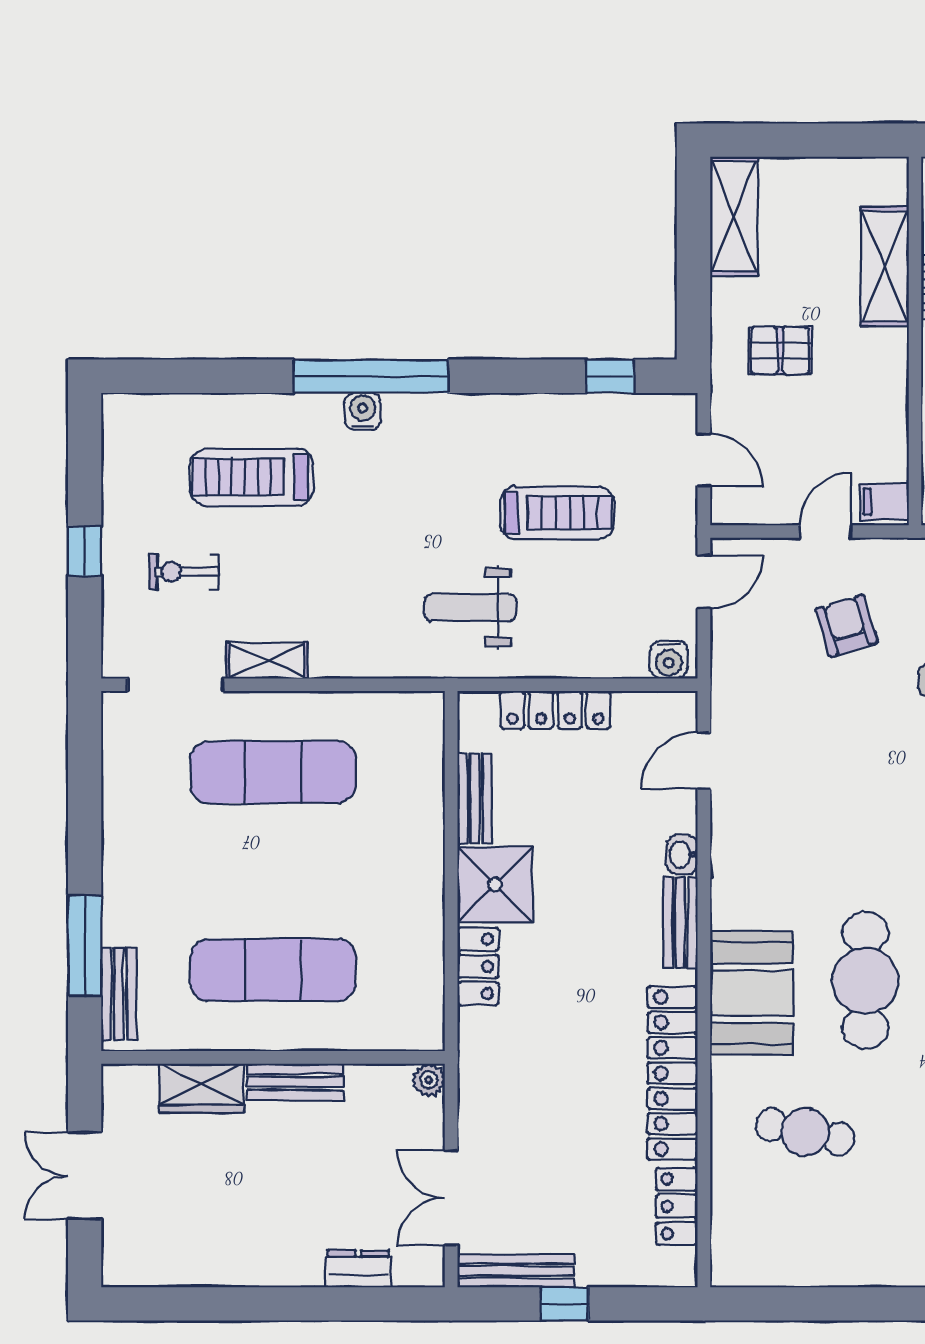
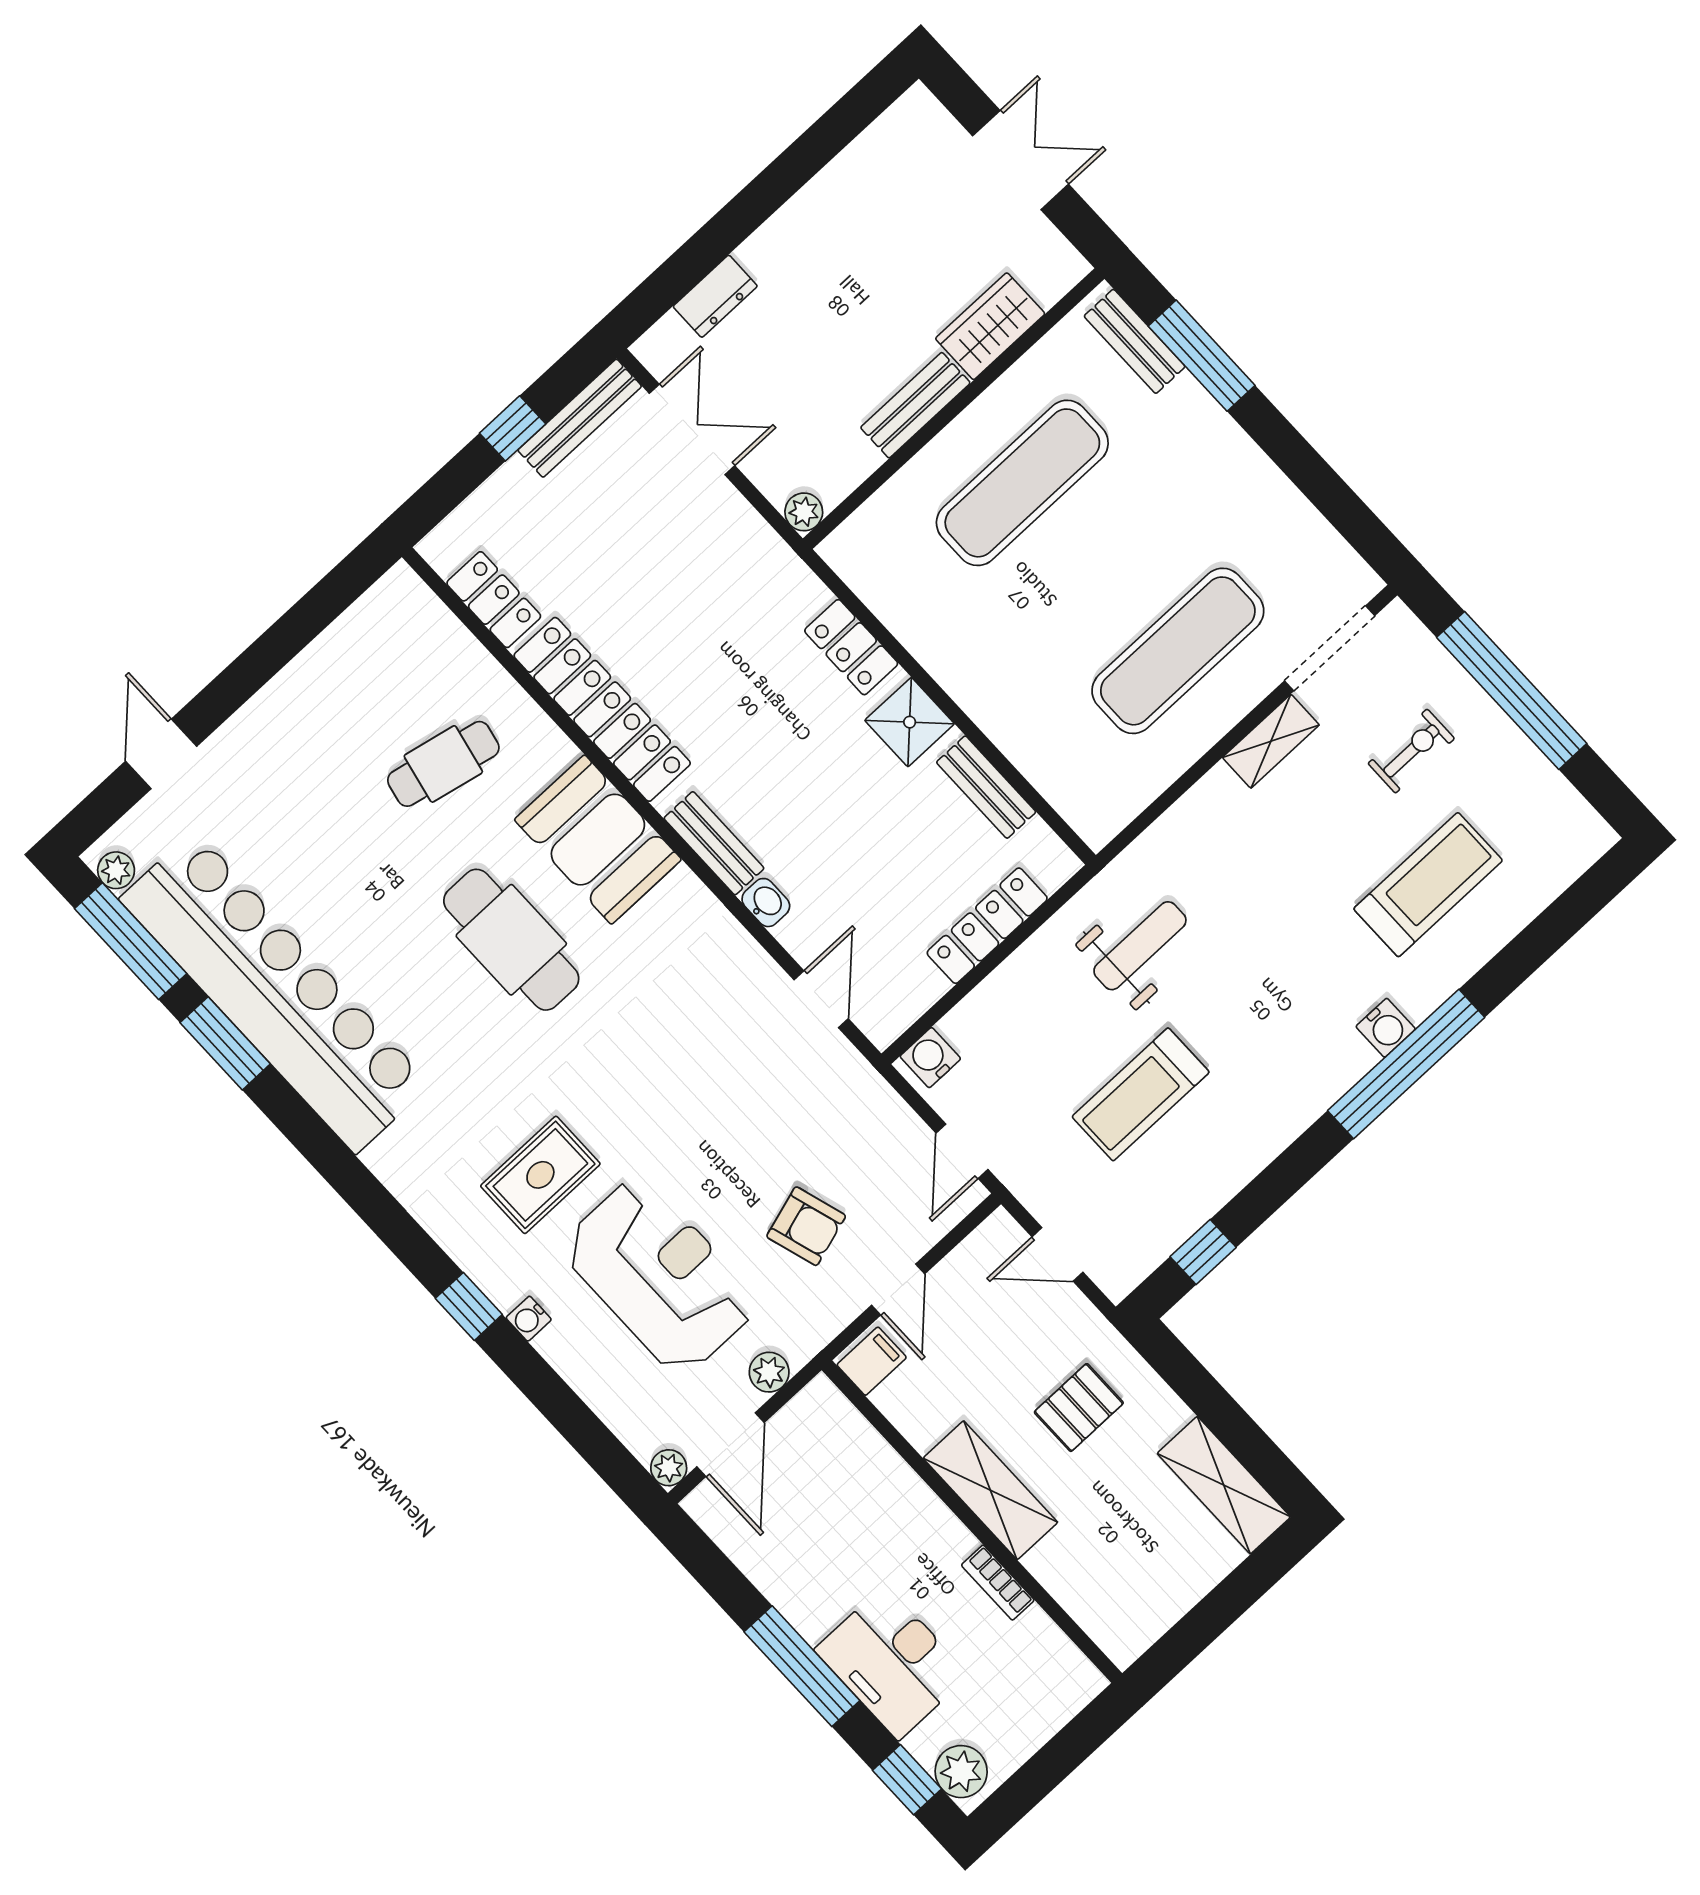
shelving: (885, 266) -> (990, 1490), moved
window: (85, 551) -> (1512, 690), width x3.17
shower: (495, 885) -> (910, 722), width x0.73, depth x0.73

